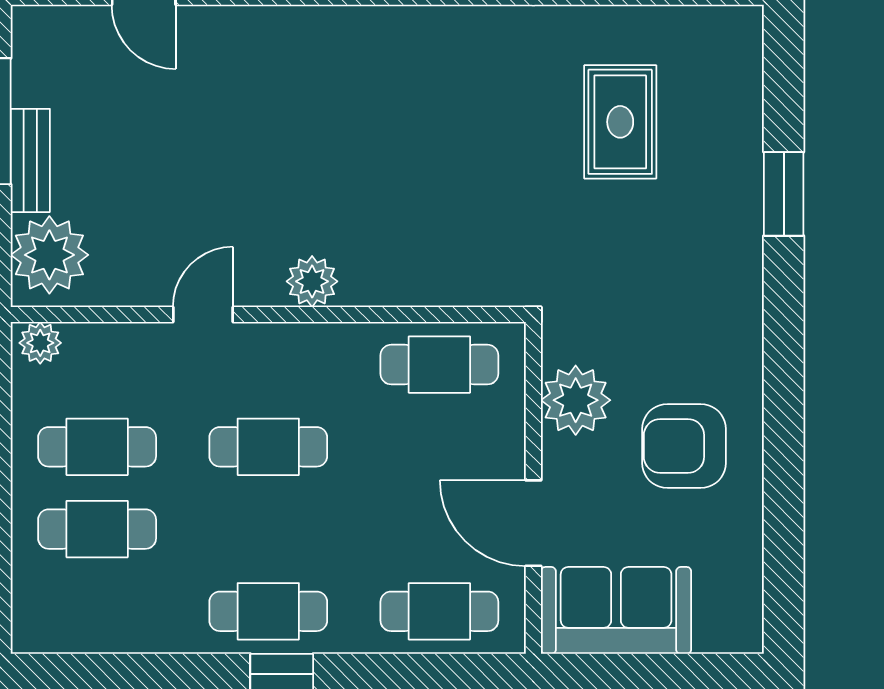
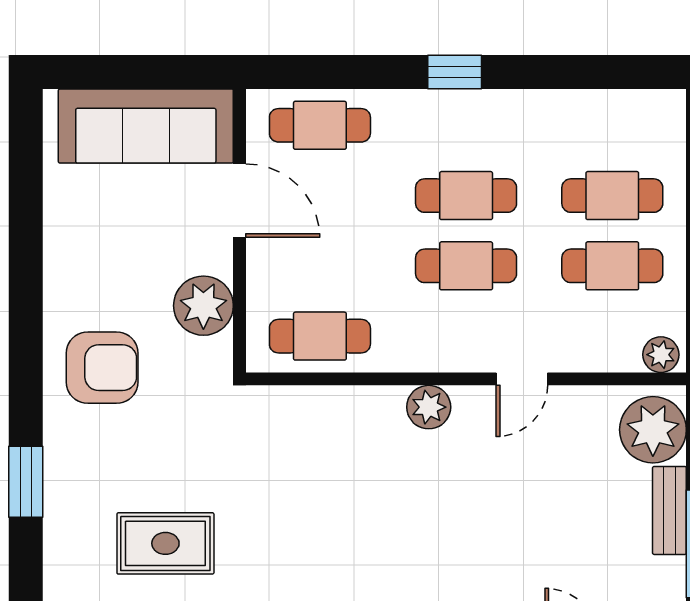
rug: (620, 122) -> (165, 543), turned 90
armchair: (684, 446) -> (102, 368), moved
sofa: (616, 610) -> (146, 126), width x1.36
cafe table: (268, 611) -> (466, 196), moved

